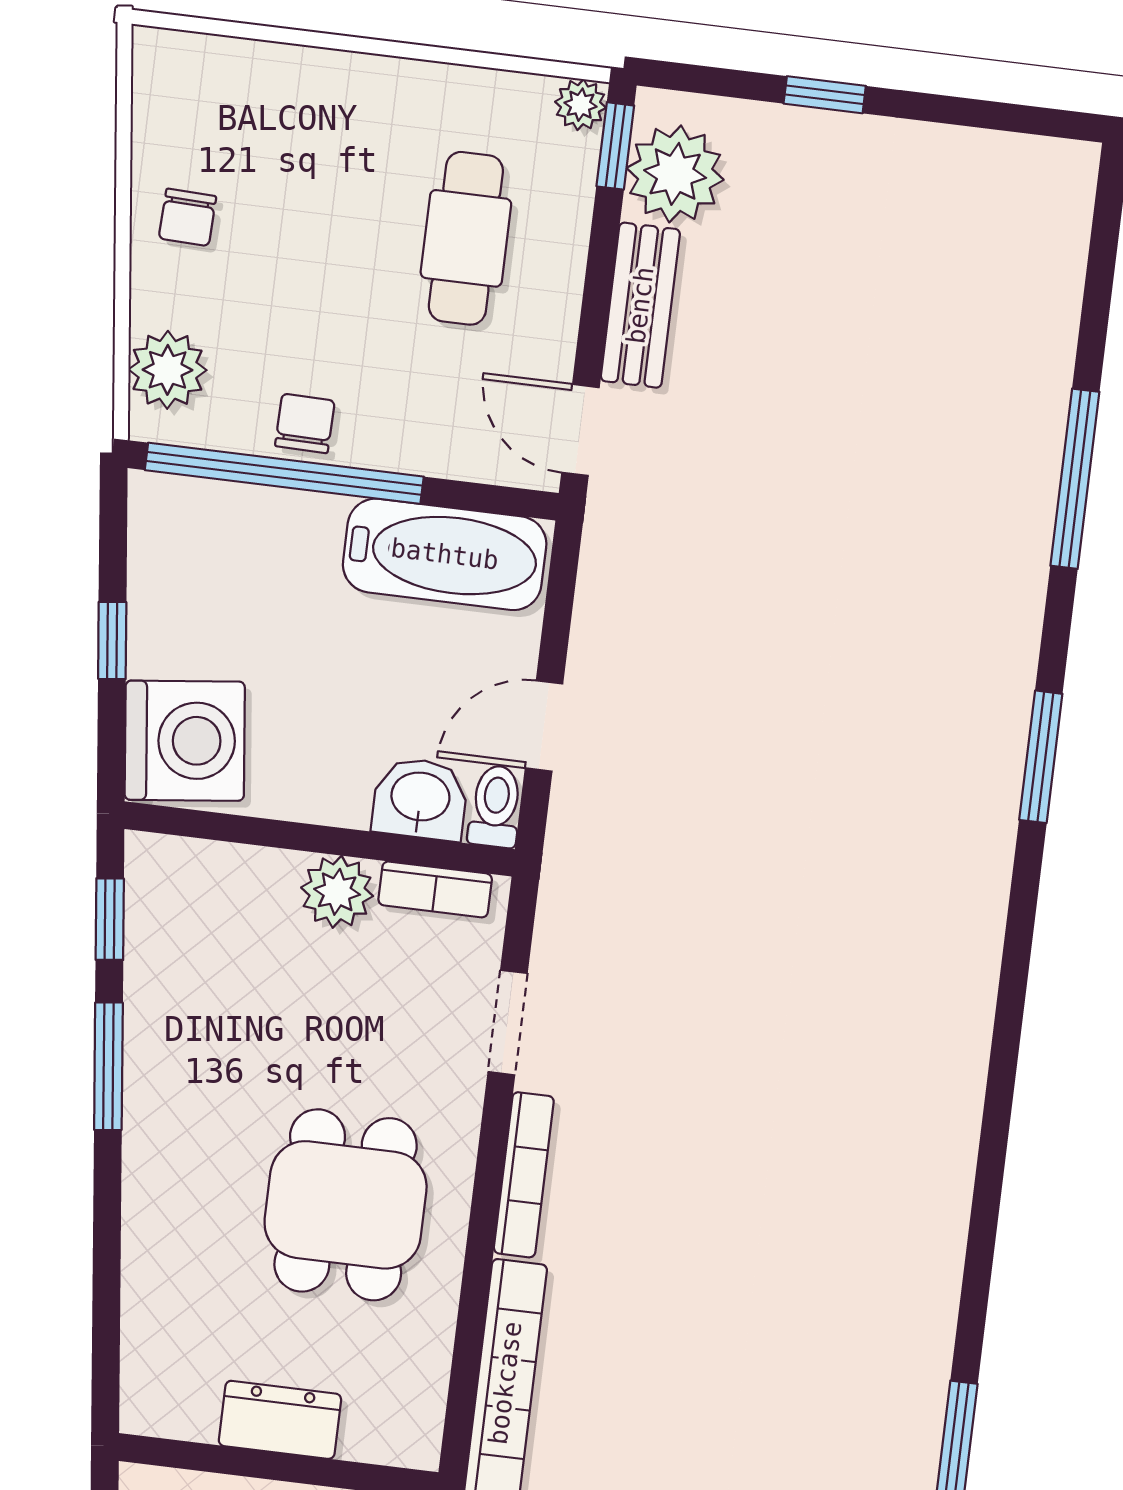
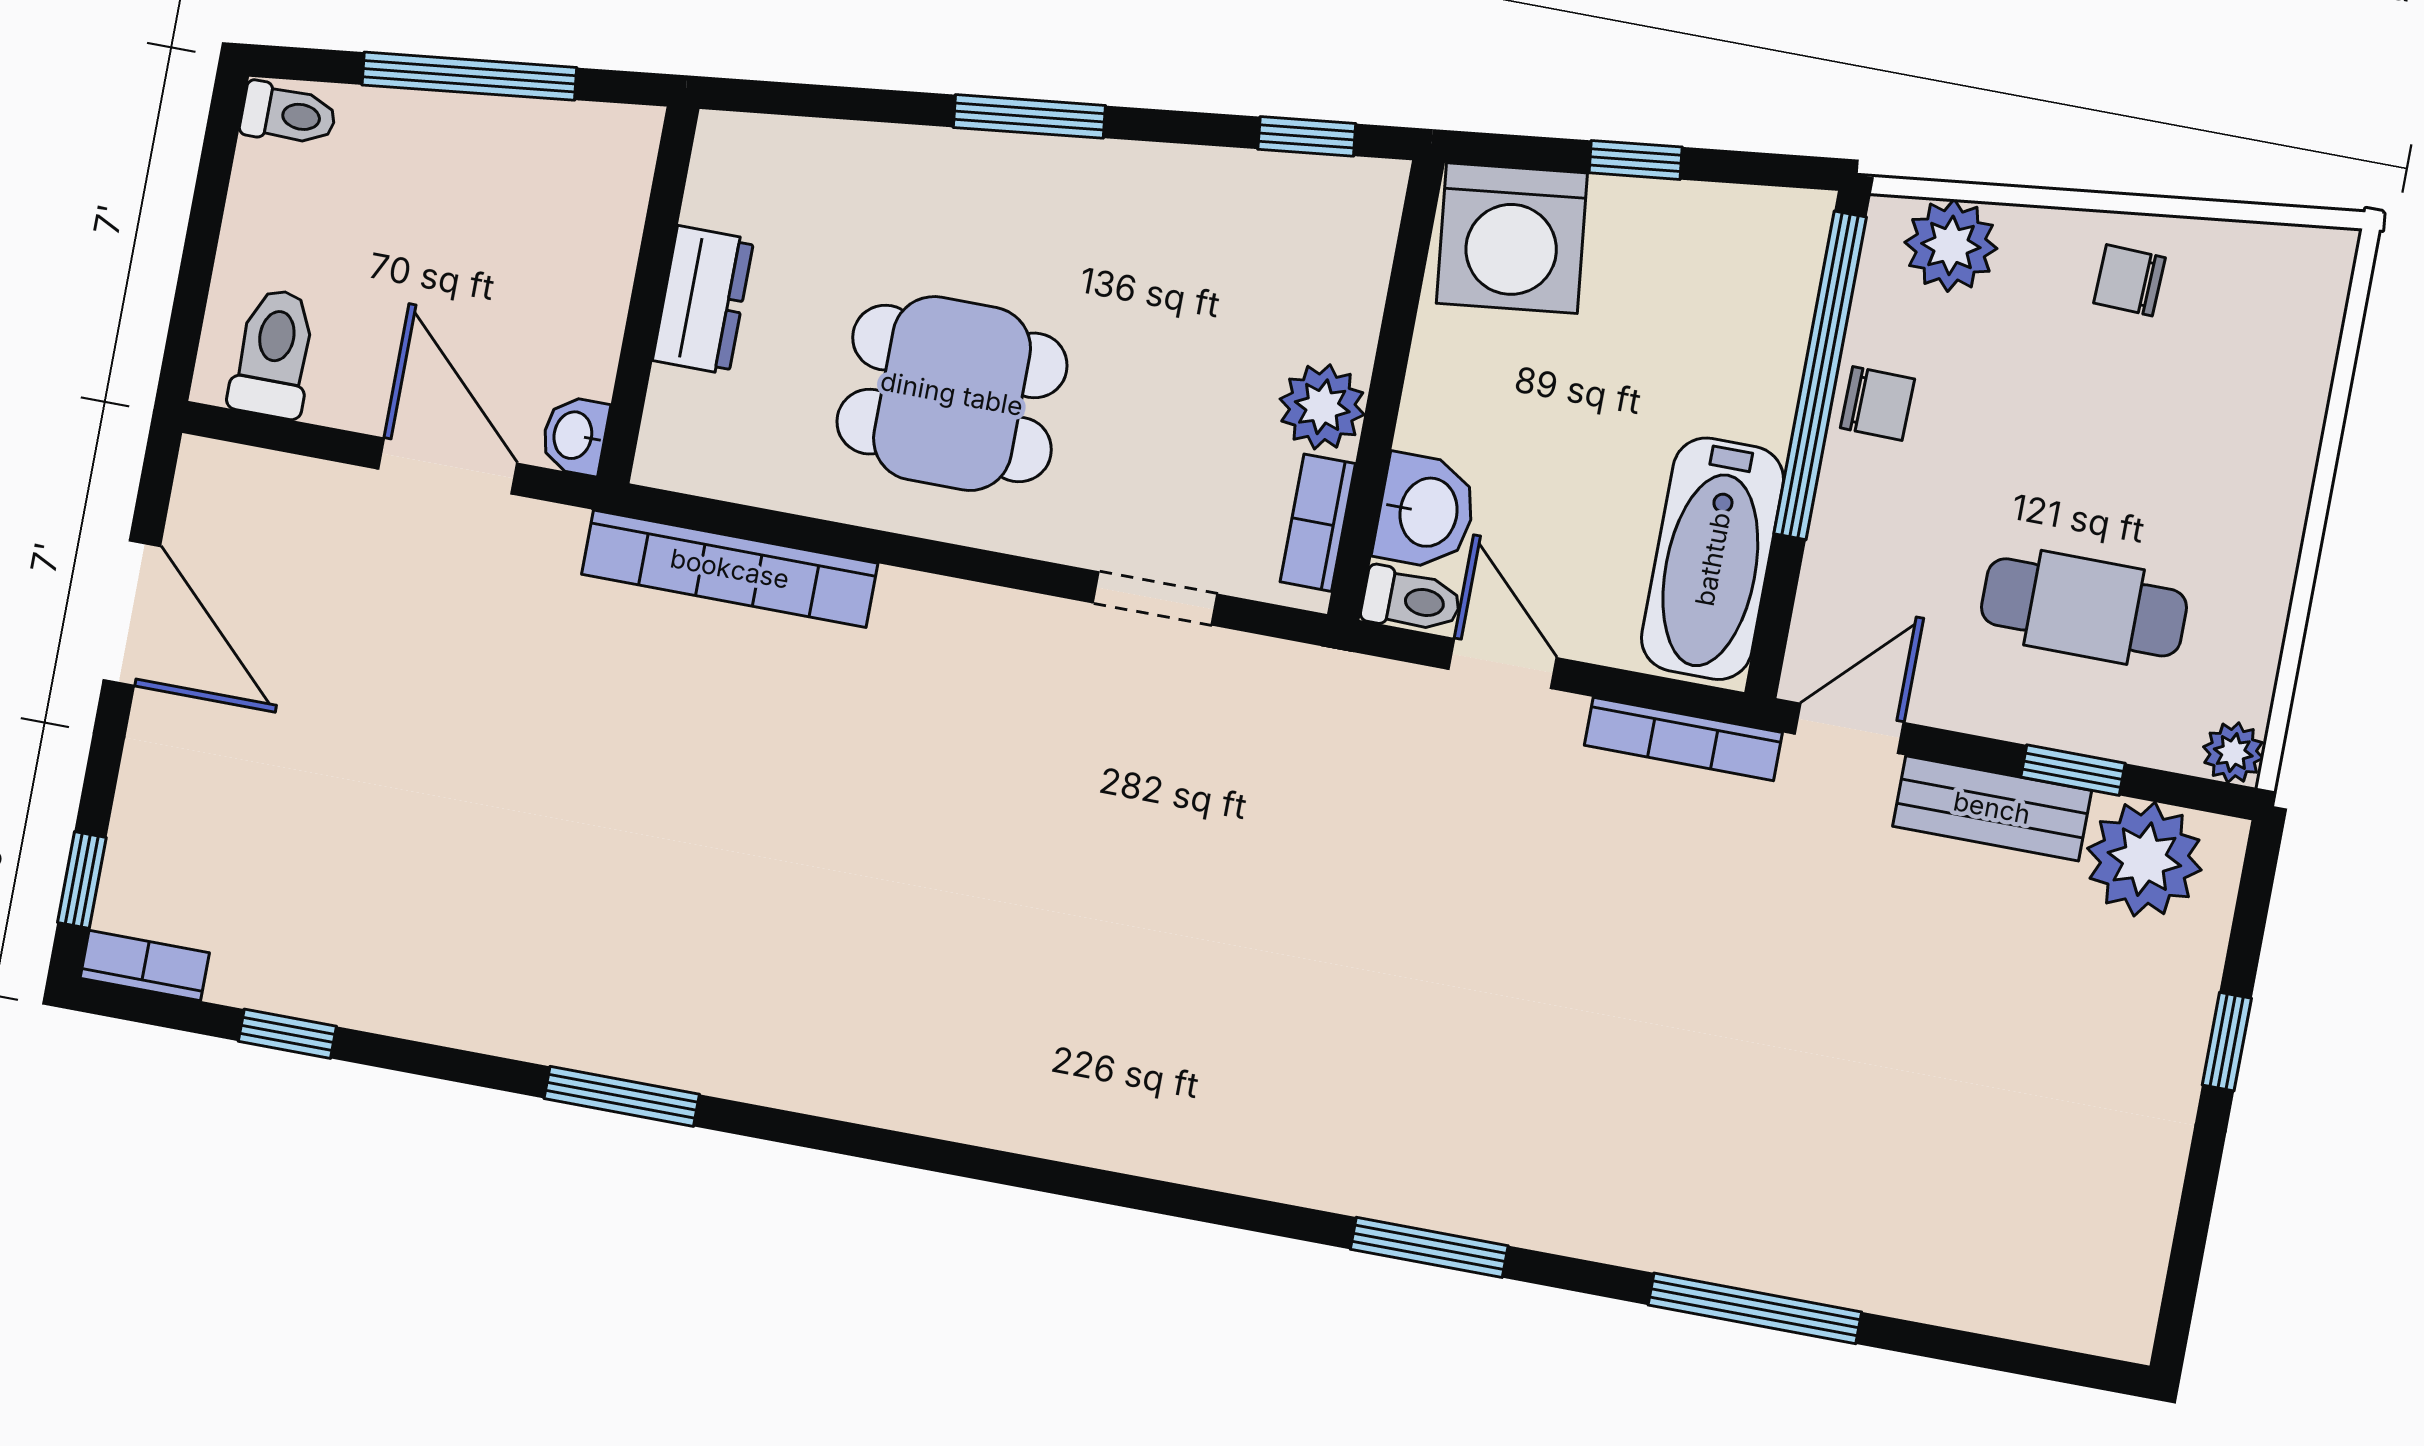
window: (615, 146) -> (2073, 770), moved
window: (108, 1066) -> (1029, 116), moved
bookcase: (524, 1175) -> (1683, 739), moved

